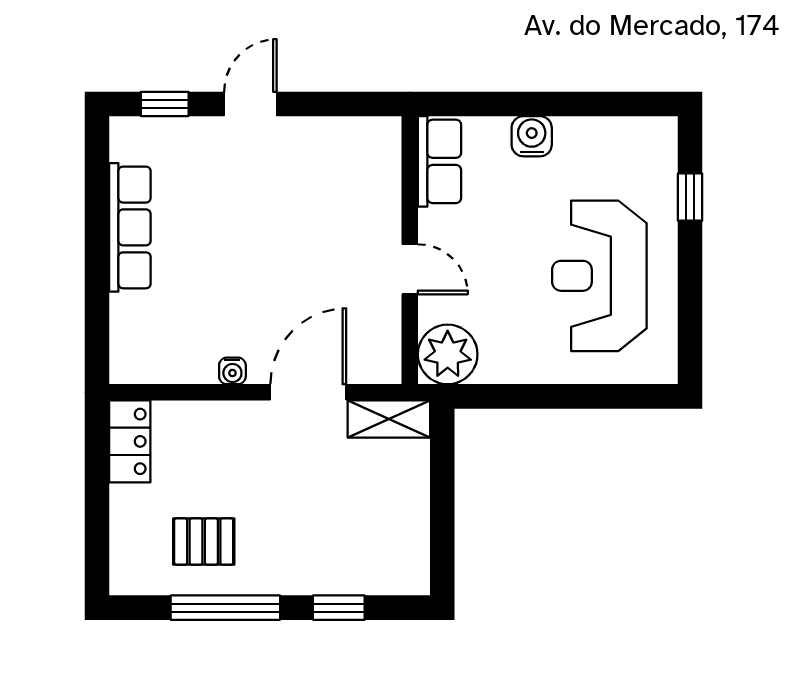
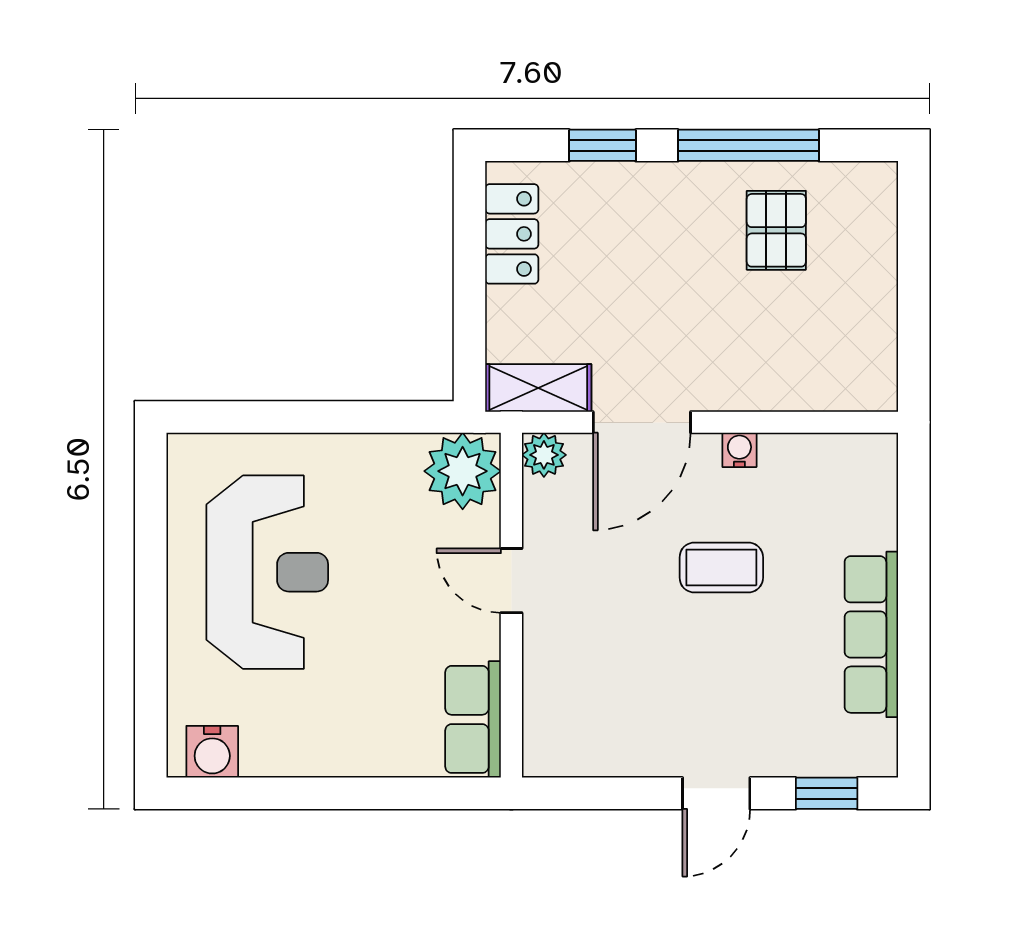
water cooler: (532, 136) -> (212, 752), moved
window: (690, 197) -> (151, 673), removed
coffee table: (246, 279) -> (721, 567), added
plant: (384, 367) -> (544, 455), added
locker: (130, 441) -> (512, 234), moved, turned 180
pallet: (204, 542) -> (776, 230), turned 90

